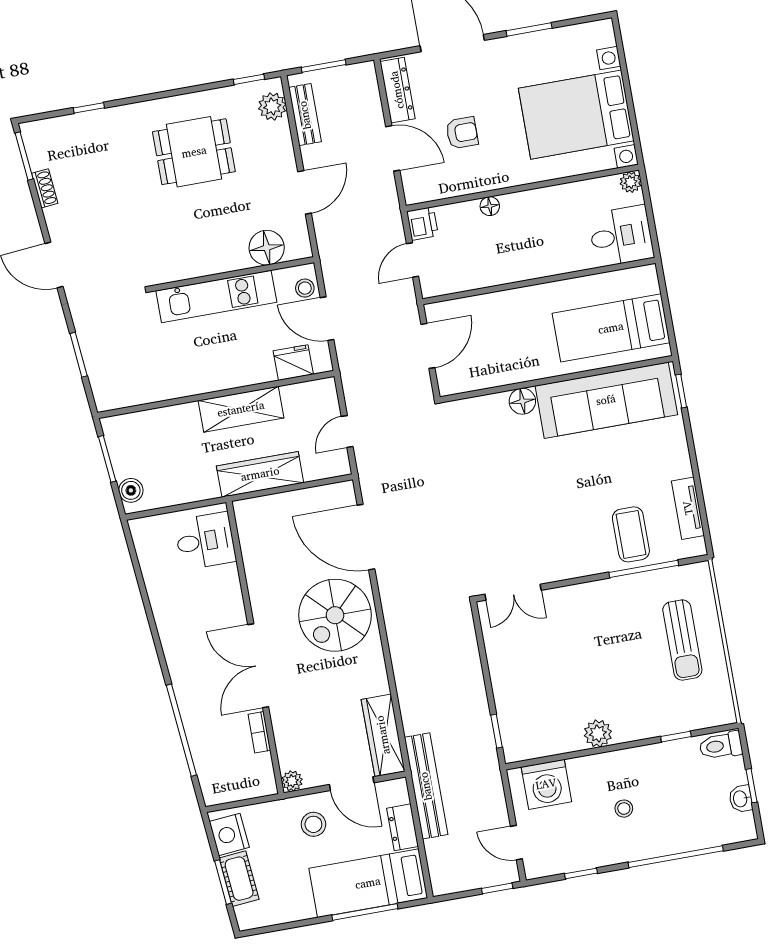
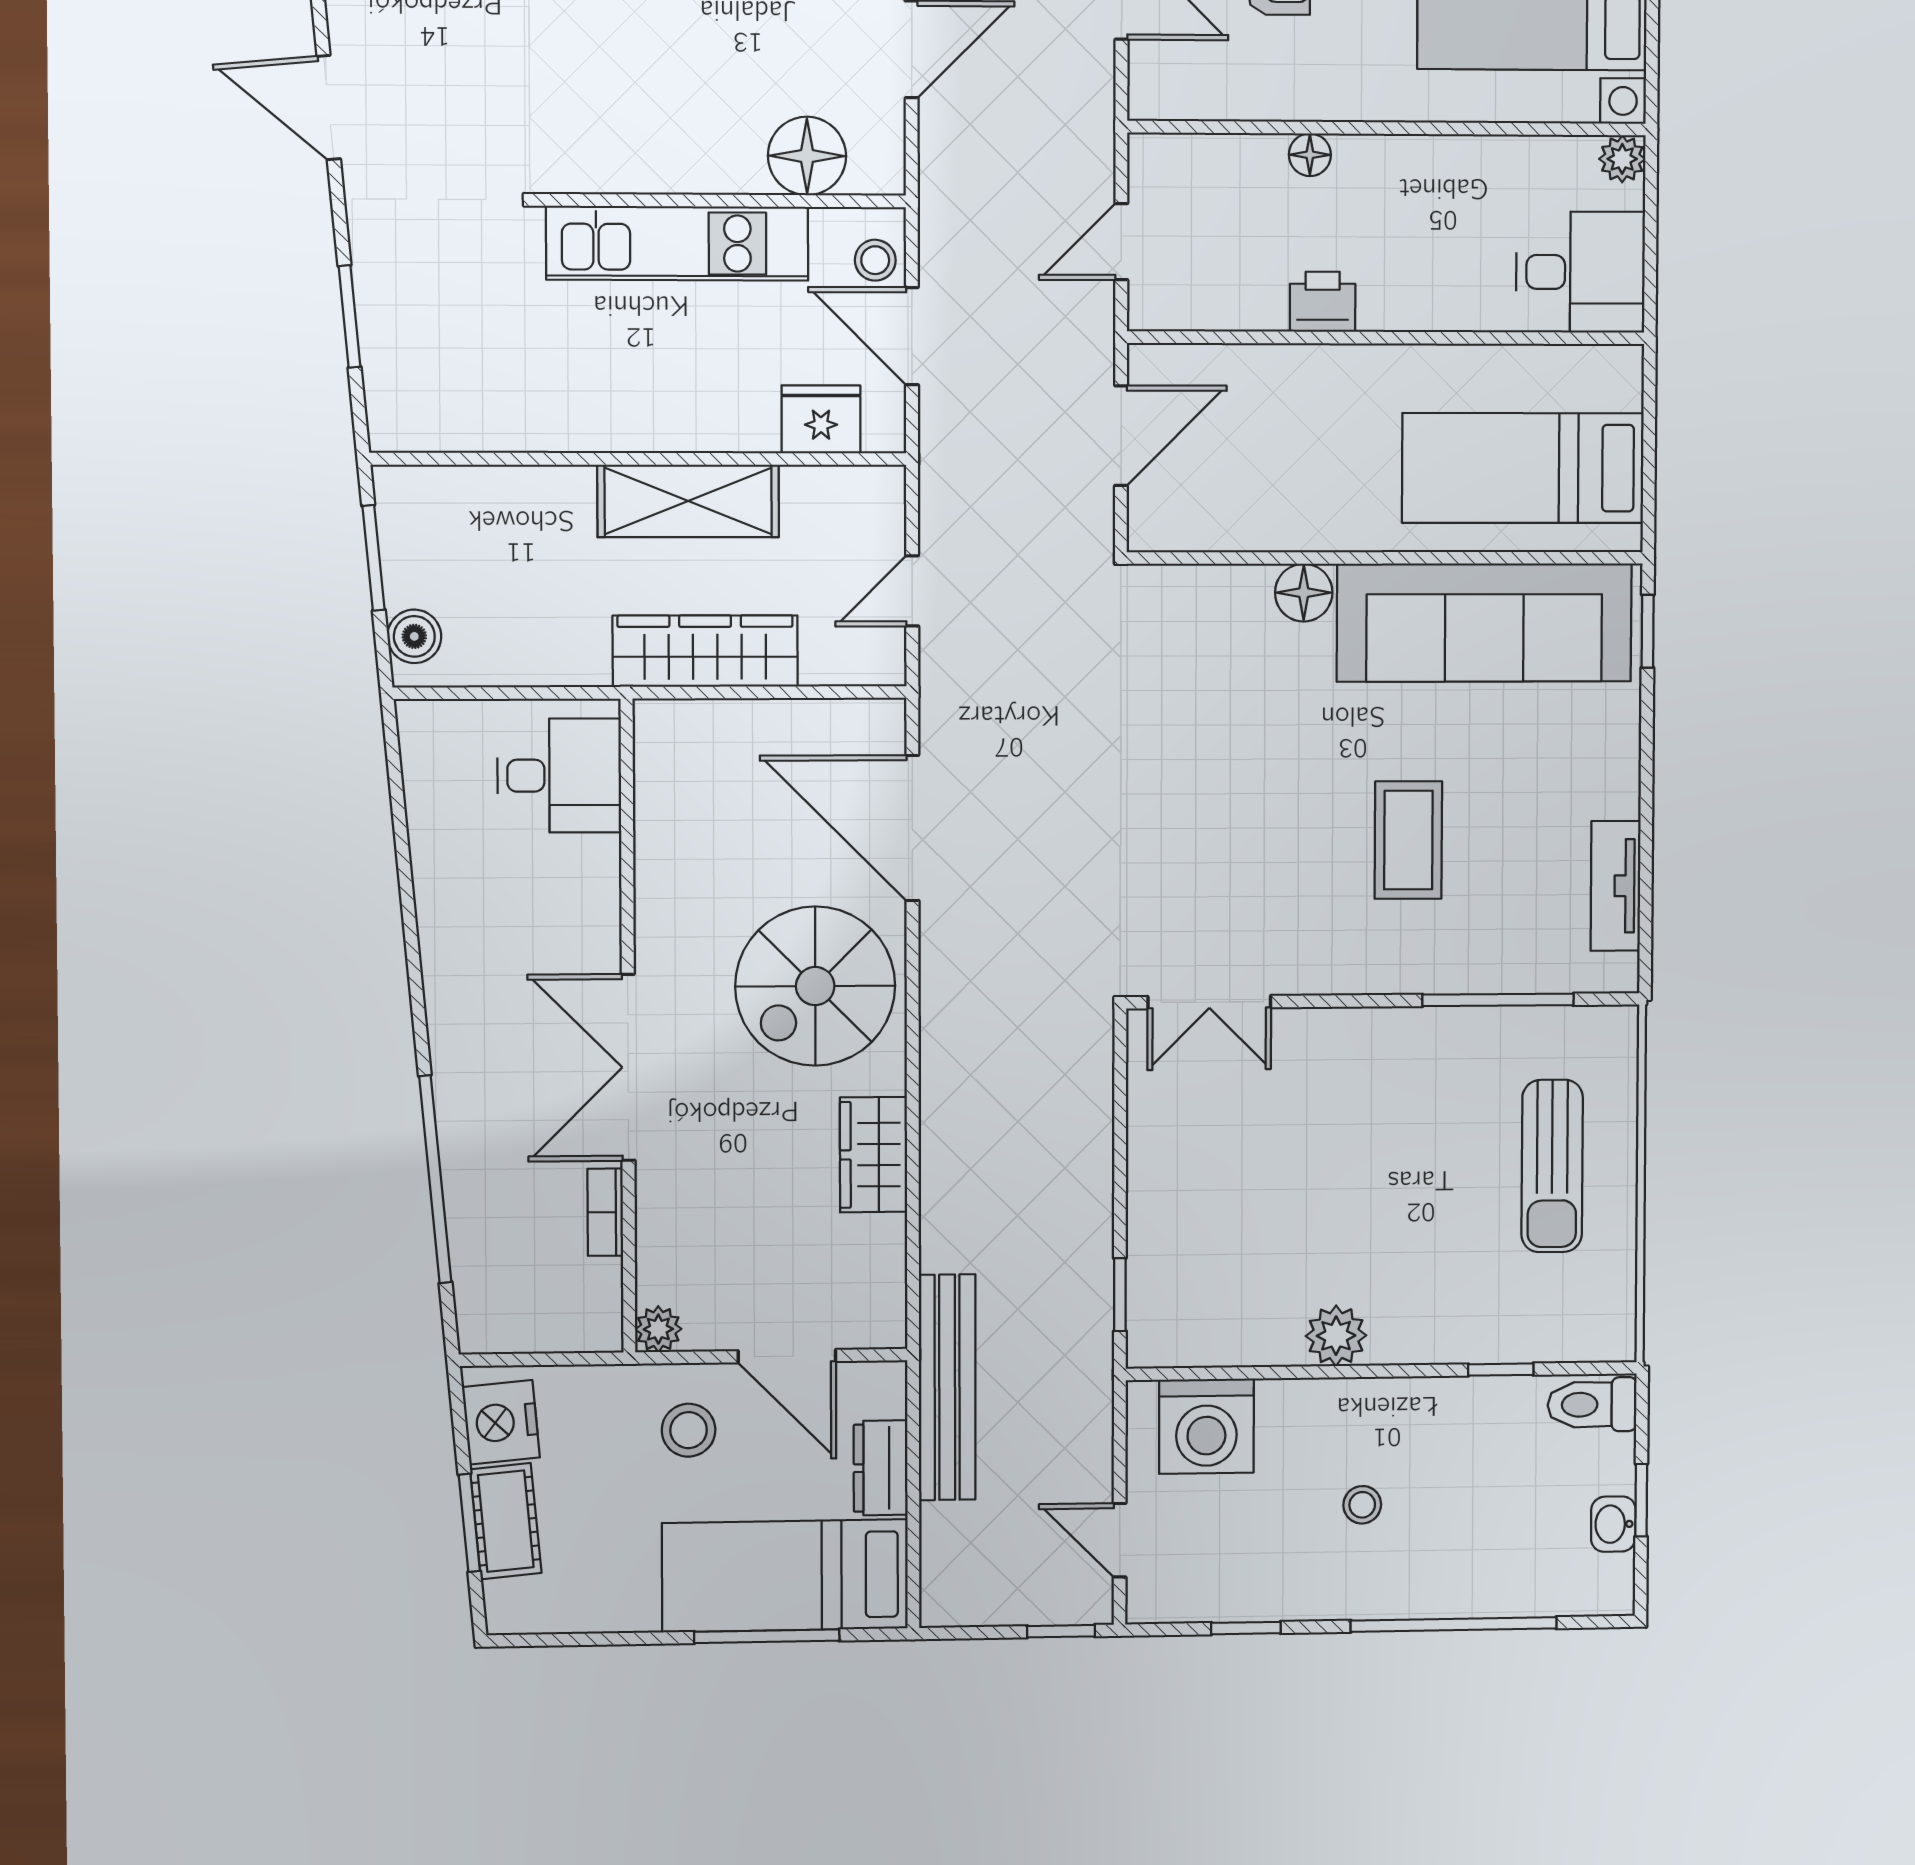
printer: (422, 224) -> (1323, 302), moved, turned -90
coffee table: (631, 534) -> (1408, 840), moved
wardrobe: (383, 735) -> (874, 1155), moved, width x0.67

